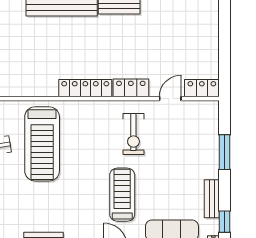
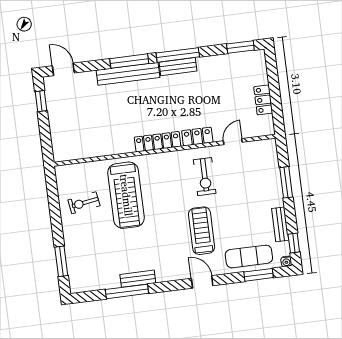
locker: (202, 88) -> (263, 100), moved, turned -90

